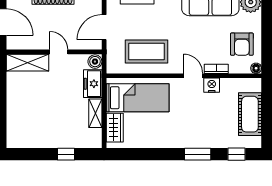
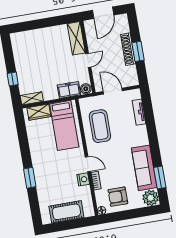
door: (193, 76) -> (88, 164), hinge flipped
shelving: (95, 113) -> (32, 98), moved
window: (237, 154) -> (35, 207), removed

